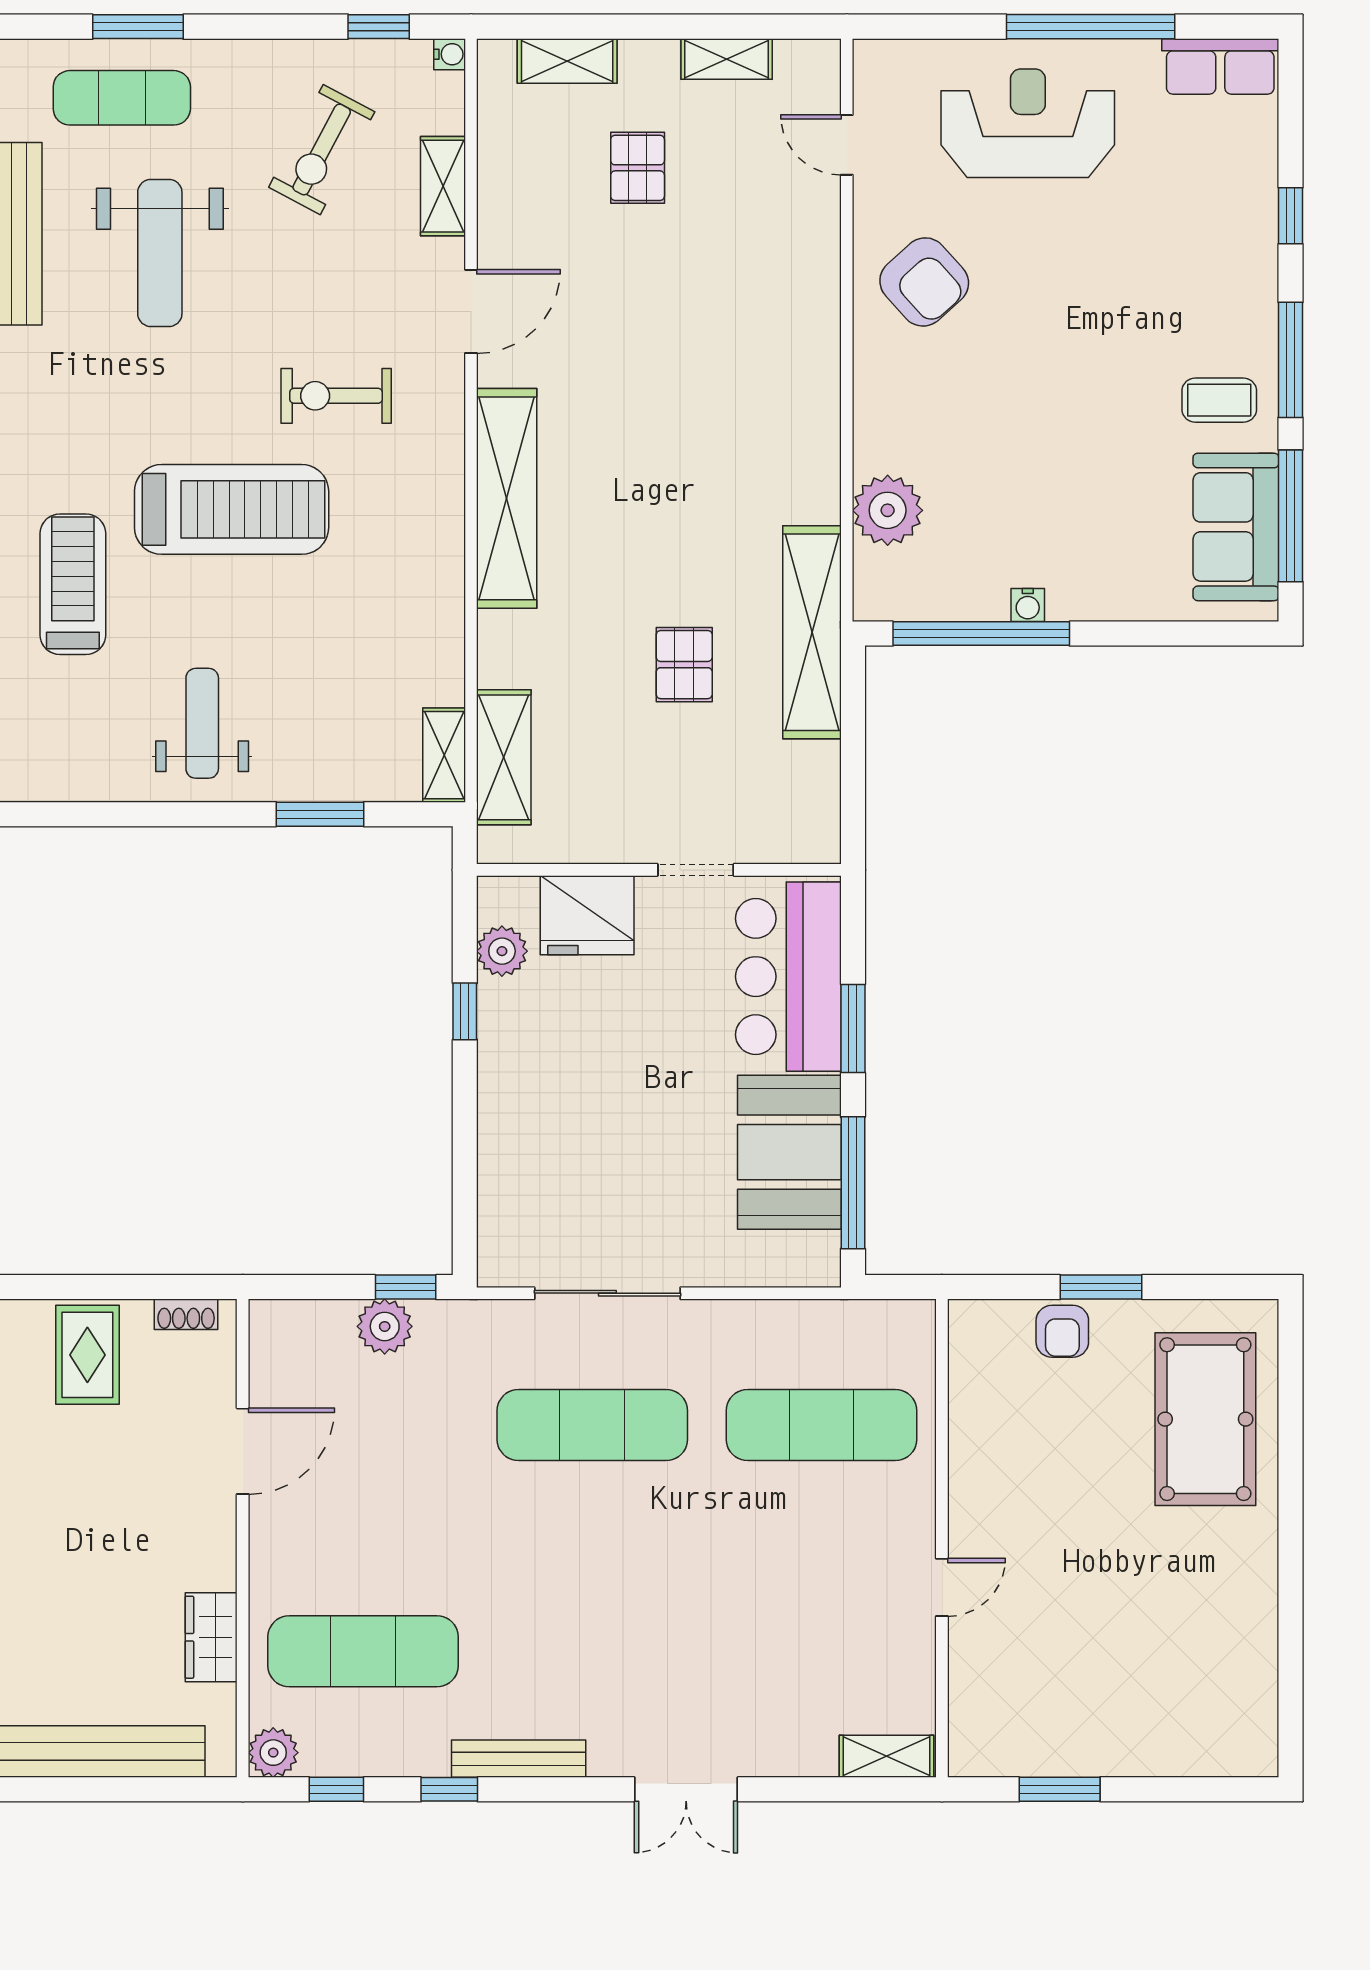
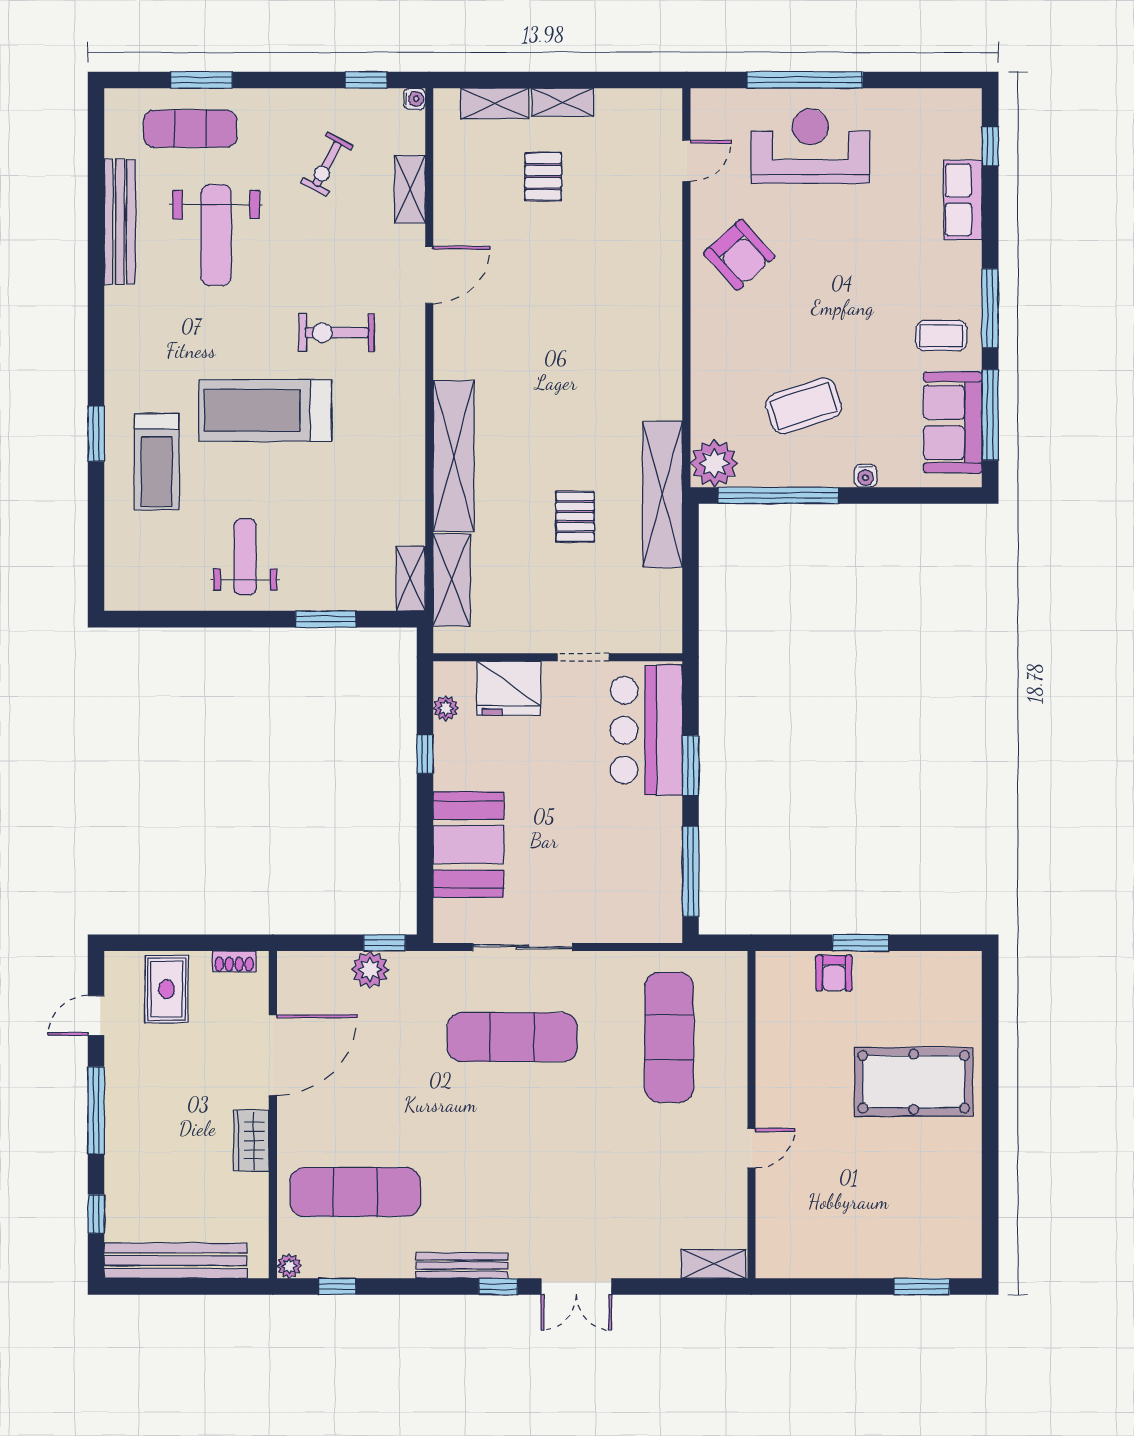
window: (1091, 27) -> (805, 80), moved
shelving: (727, 59) -> (563, 102), moved
row of seats: (1220, 66) -> (963, 200), moved, turned 90
door: (847, 145) -> (686, 161), swing flipped
exercise bike: (322, 150) -> (327, 164), width x0.73, depth x0.72
window: (1291, 216) -> (990, 146), moved
shelving: (507, 498) -> (454, 456), moved
coffee table: (1018, 503) -> (804, 406), added
treadmill: (232, 509) -> (265, 410), turned 180
plant: (888, 510) -> (714, 463), moved
treadmill: (73, 584) -> (157, 462), turned 180
water cooler: (1028, 605) -> (866, 476), moved
plant: (502, 951) -> (446, 708), width x0.73, depth x0.73
booth: (789, 1152) -> (468, 845), moved
pool table: (1205, 1419) -> (914, 1082), moved, turned 90
exercise mat: (822, 1425) -> (669, 1037), turned 90
door: (243, 1451) -> (273, 1055), width x1.36
wardrobe: (211, 1637) -> (251, 1141), moved
plant: (273, 1753) -> (289, 1266), width x0.73, depth x0.73
window: (449, 1789) -> (498, 1287), moved
window: (1060, 1789) -> (922, 1287), moved

